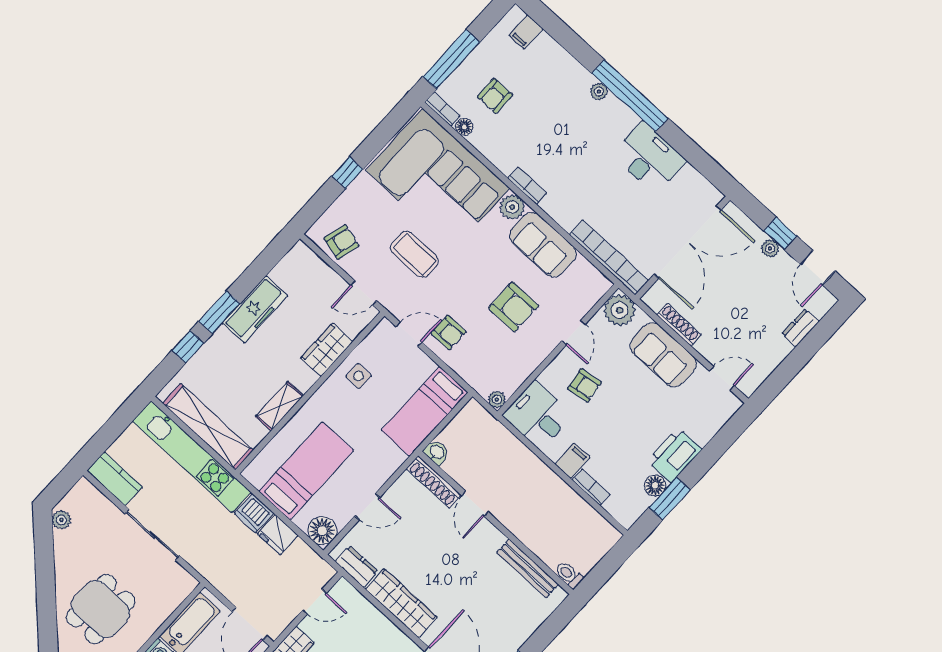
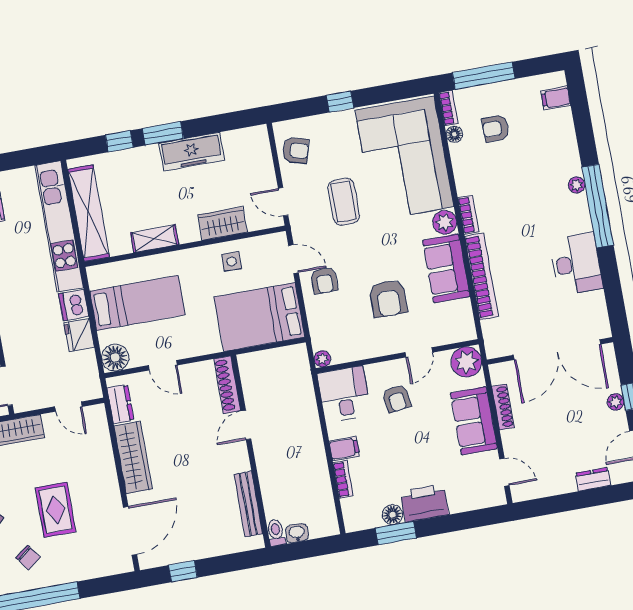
bookcase: (609, 257) -> (482, 276), moved
bed: (425, 411) -> (259, 317), width x1.50
washbasin: (437, 452) -> (297, 533), moved, turned -90

